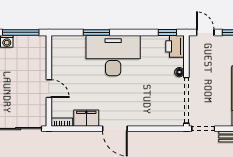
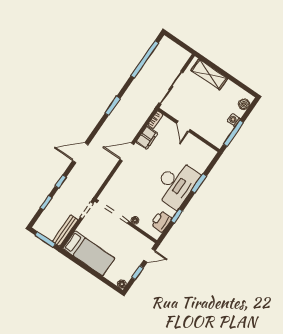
window: (167, 32) -> (177, 216), moved
printer: (175, 46) -> (161, 221), moved, turned -90
door: (49, 89) -> (183, 126), hinge flipped

